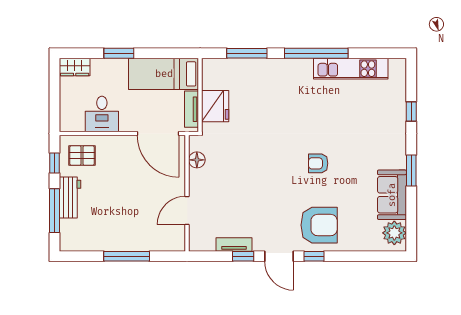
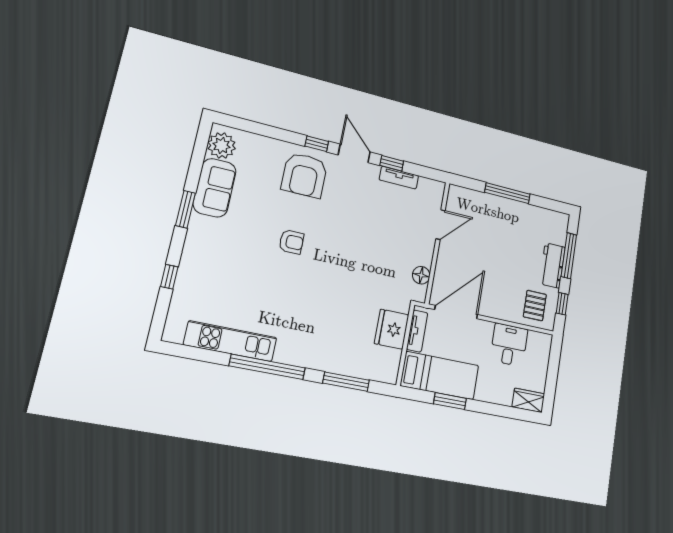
window: (119, 53) -> (450, 401), moved
door: (158, 134) -> (456, 312), hinge flipped
pallet: (82, 156) -> (535, 306), turned 90
armchair: (319, 225) -> (304, 175), turned -90

